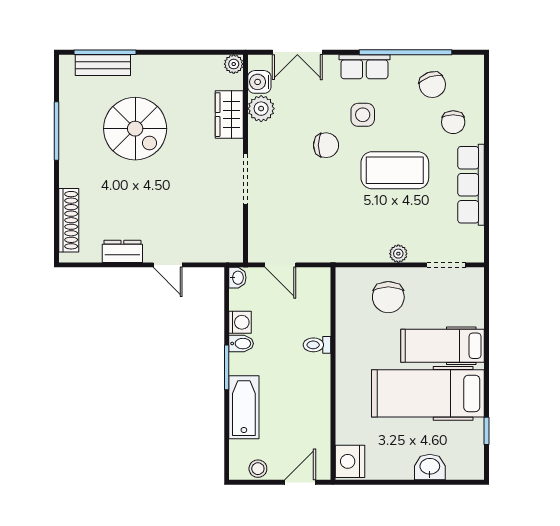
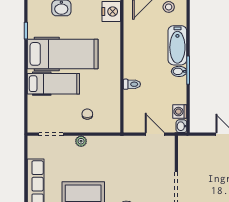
chair: (388, 297) -> (87, 114), width x0.54, depth x0.54
washing machine: (240, 322) -> (180, 112), moved
bidet: (241, 344) -> (179, 71), moved

